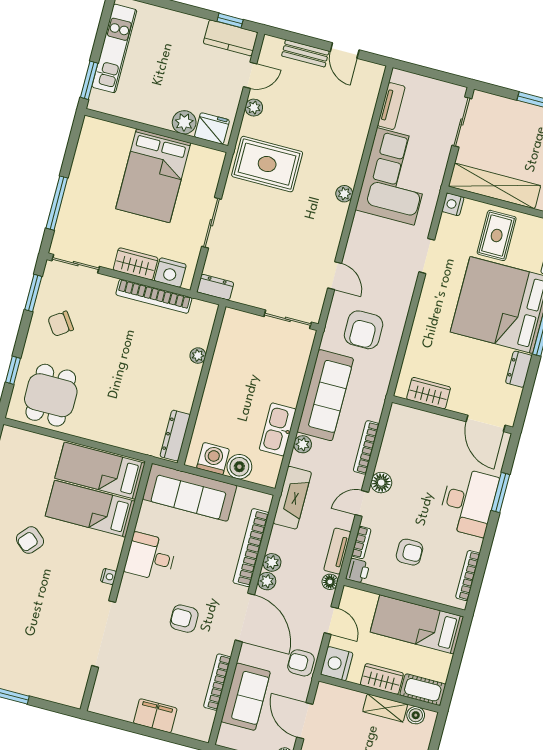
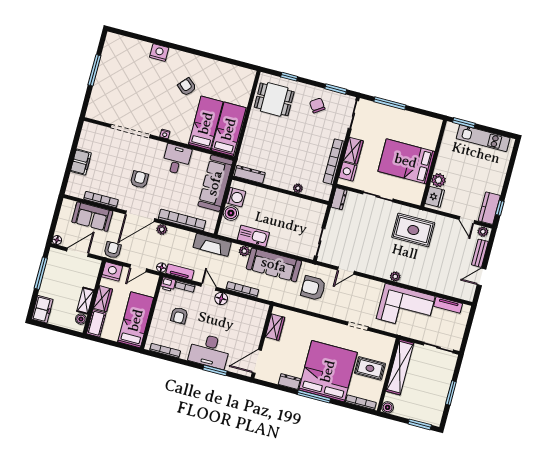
plant: (254, 108) -> (483, 232), moved
rug: (267, 164) -> (413, 230), turned 90
nightstand: (453, 204) -> (389, 342), removed
plant: (272, 562) -> (173, 233), removed

